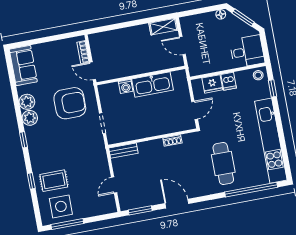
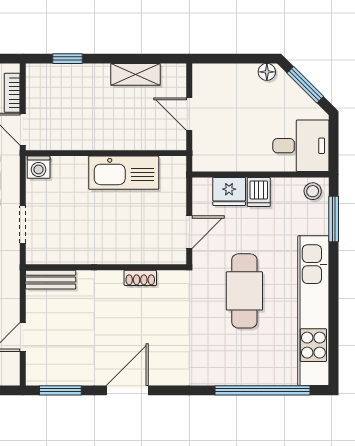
shelving: (163, 27) -> (135, 74), moved
window: (110, 28) -> (68, 59), added
washing machine: (126, 86) -> (39, 167), moved
window: (273, 88) -> (334, 219), width x1.50
cafe table: (223, 164) -> (244, 291), moved
door: (177, 204) -> (127, 390), hinge flipped

